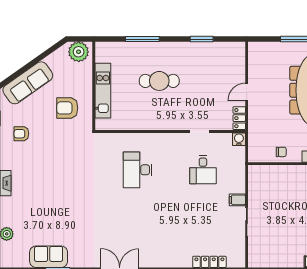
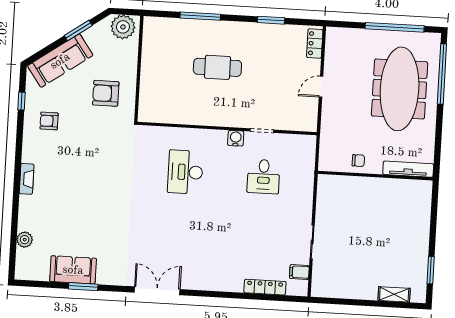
window: (41, 57) -> (78, 30), added
kitchen unit: (103, 91) -> (149, 75), removed
locker: (239, 118) -> (315, 43), moved
water cooler: (239, 139) -> (236, 138), moved
filing cabinet: (237, 200) -> (299, 272), moved

